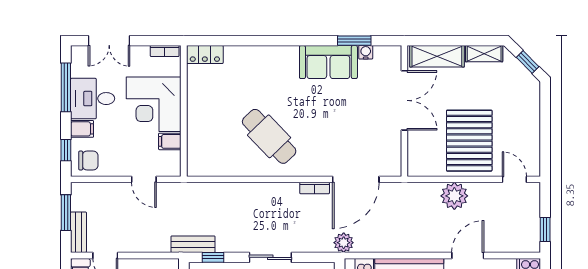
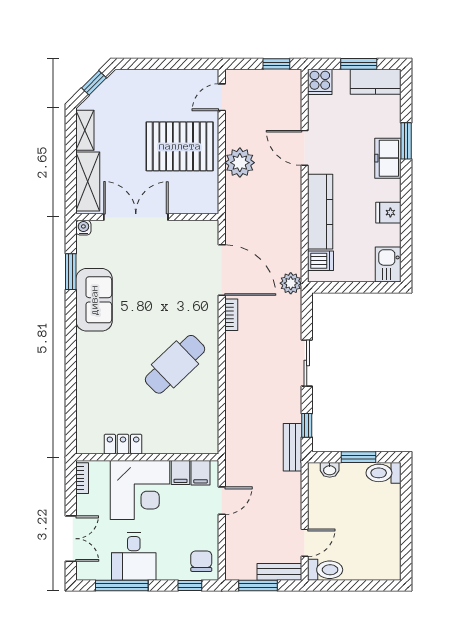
water cooler: (366, 52) -> (83, 228), moved, turned 90
locker: (205, 55) -> (123, 444), moved, turned -90
filing cabinet: (82, 129) -> (201, 473), moved, turned 180

